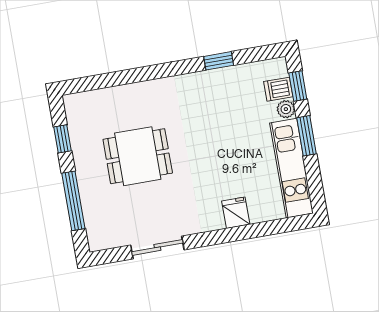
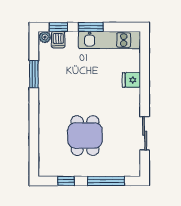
window: (219, 61) -> (34, 74), width x1.50
plant: (286, 109) -> (45, 37), moved

